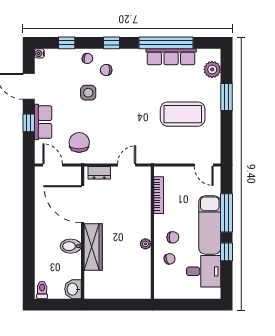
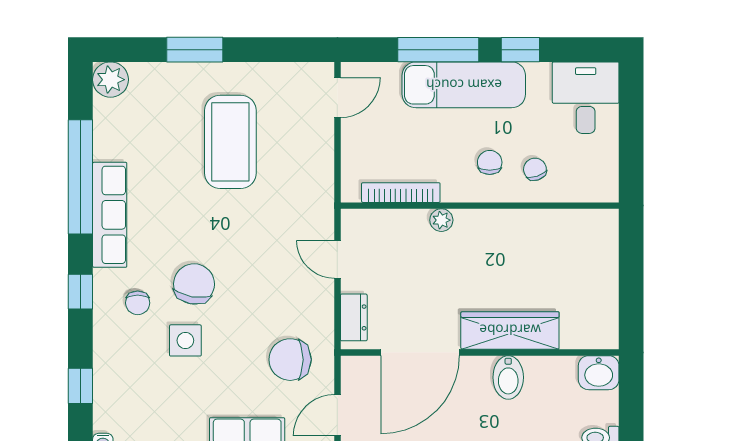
row of seats: (171, 57) -> (110, 215), moved
chair: (87, 58) -> (194, 284), moved, width x1.87, depth x1.87
plant: (212, 69) -> (110, 80), moved
plant: (145, 244) -> (441, 220), moved
desk: (204, 271) -> (586, 98), moved

